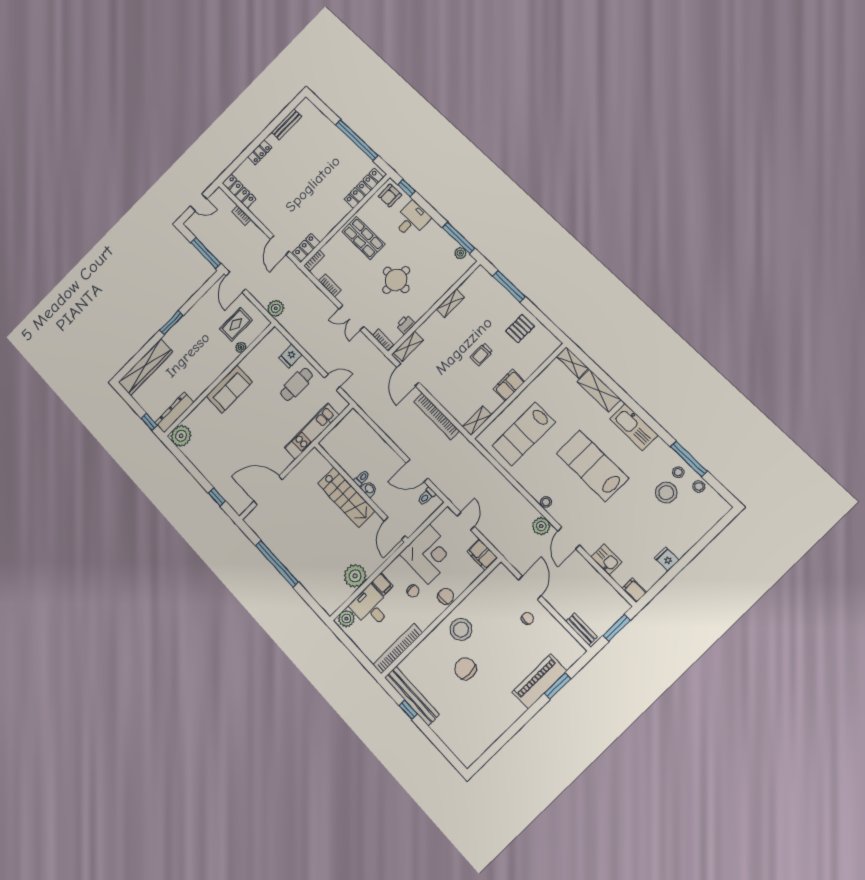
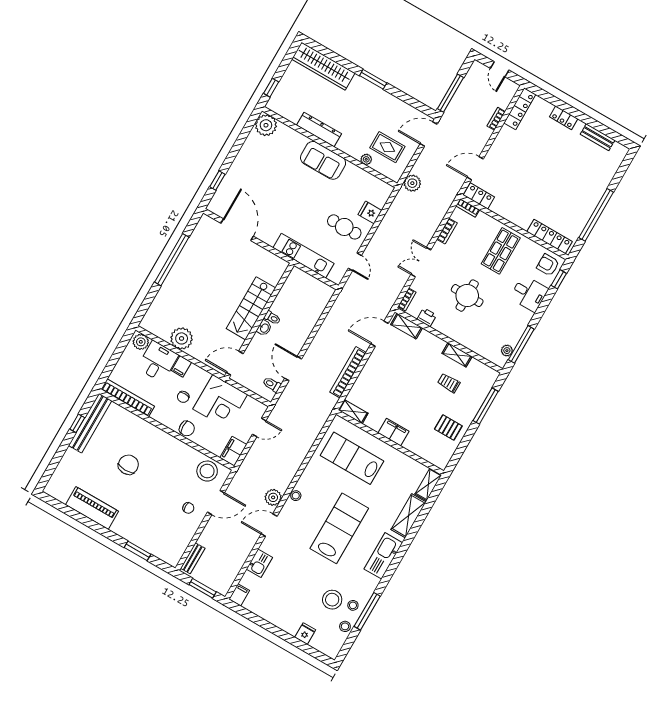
trolley: (481, 355) -> (449, 383), moved
dresser: (174, 412) -> (319, 130), moved
fridge: (667, 559) -> (305, 634), moved
stool: (461, 630) -> (207, 471), moved
piano: (539, 681) -> (92, 508), moved

